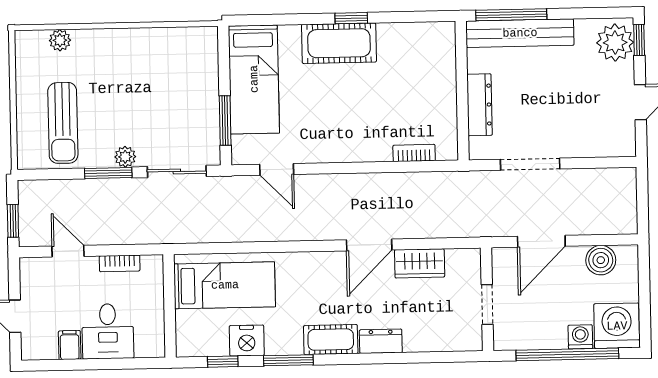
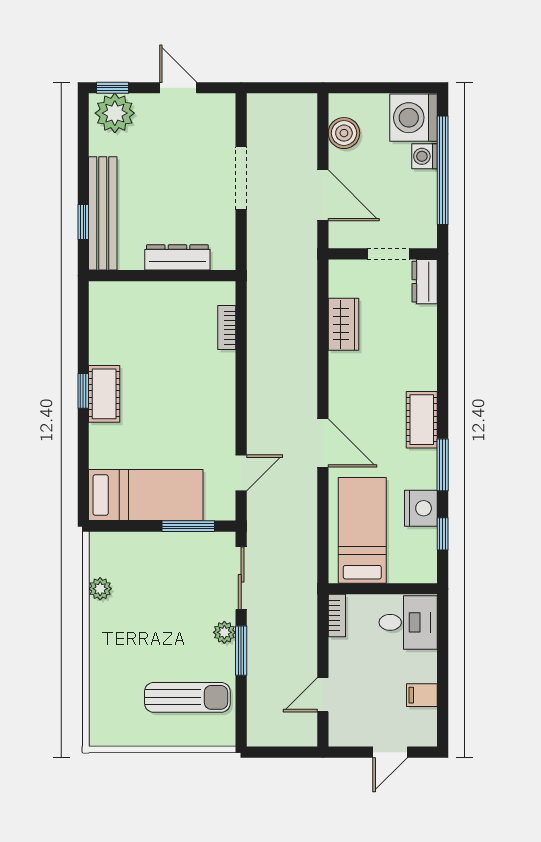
window: (511, 15) -> (83, 222), width x0.46
plant: (60, 40) -> (100, 589), moved
cot: (339, 43) -> (104, 394), width x0.73, depth x0.75
doorway: (530, 164) -> (241, 178), moved
window: (13, 221) -> (290, 752), removed
door: (369, 245) -> (323, 443), moved
bookcase: (120, 263) -> (337, 616), moved
desk: (108, 331) -> (408, 622), moved
dresser: (381, 341) -> (425, 282), moved

